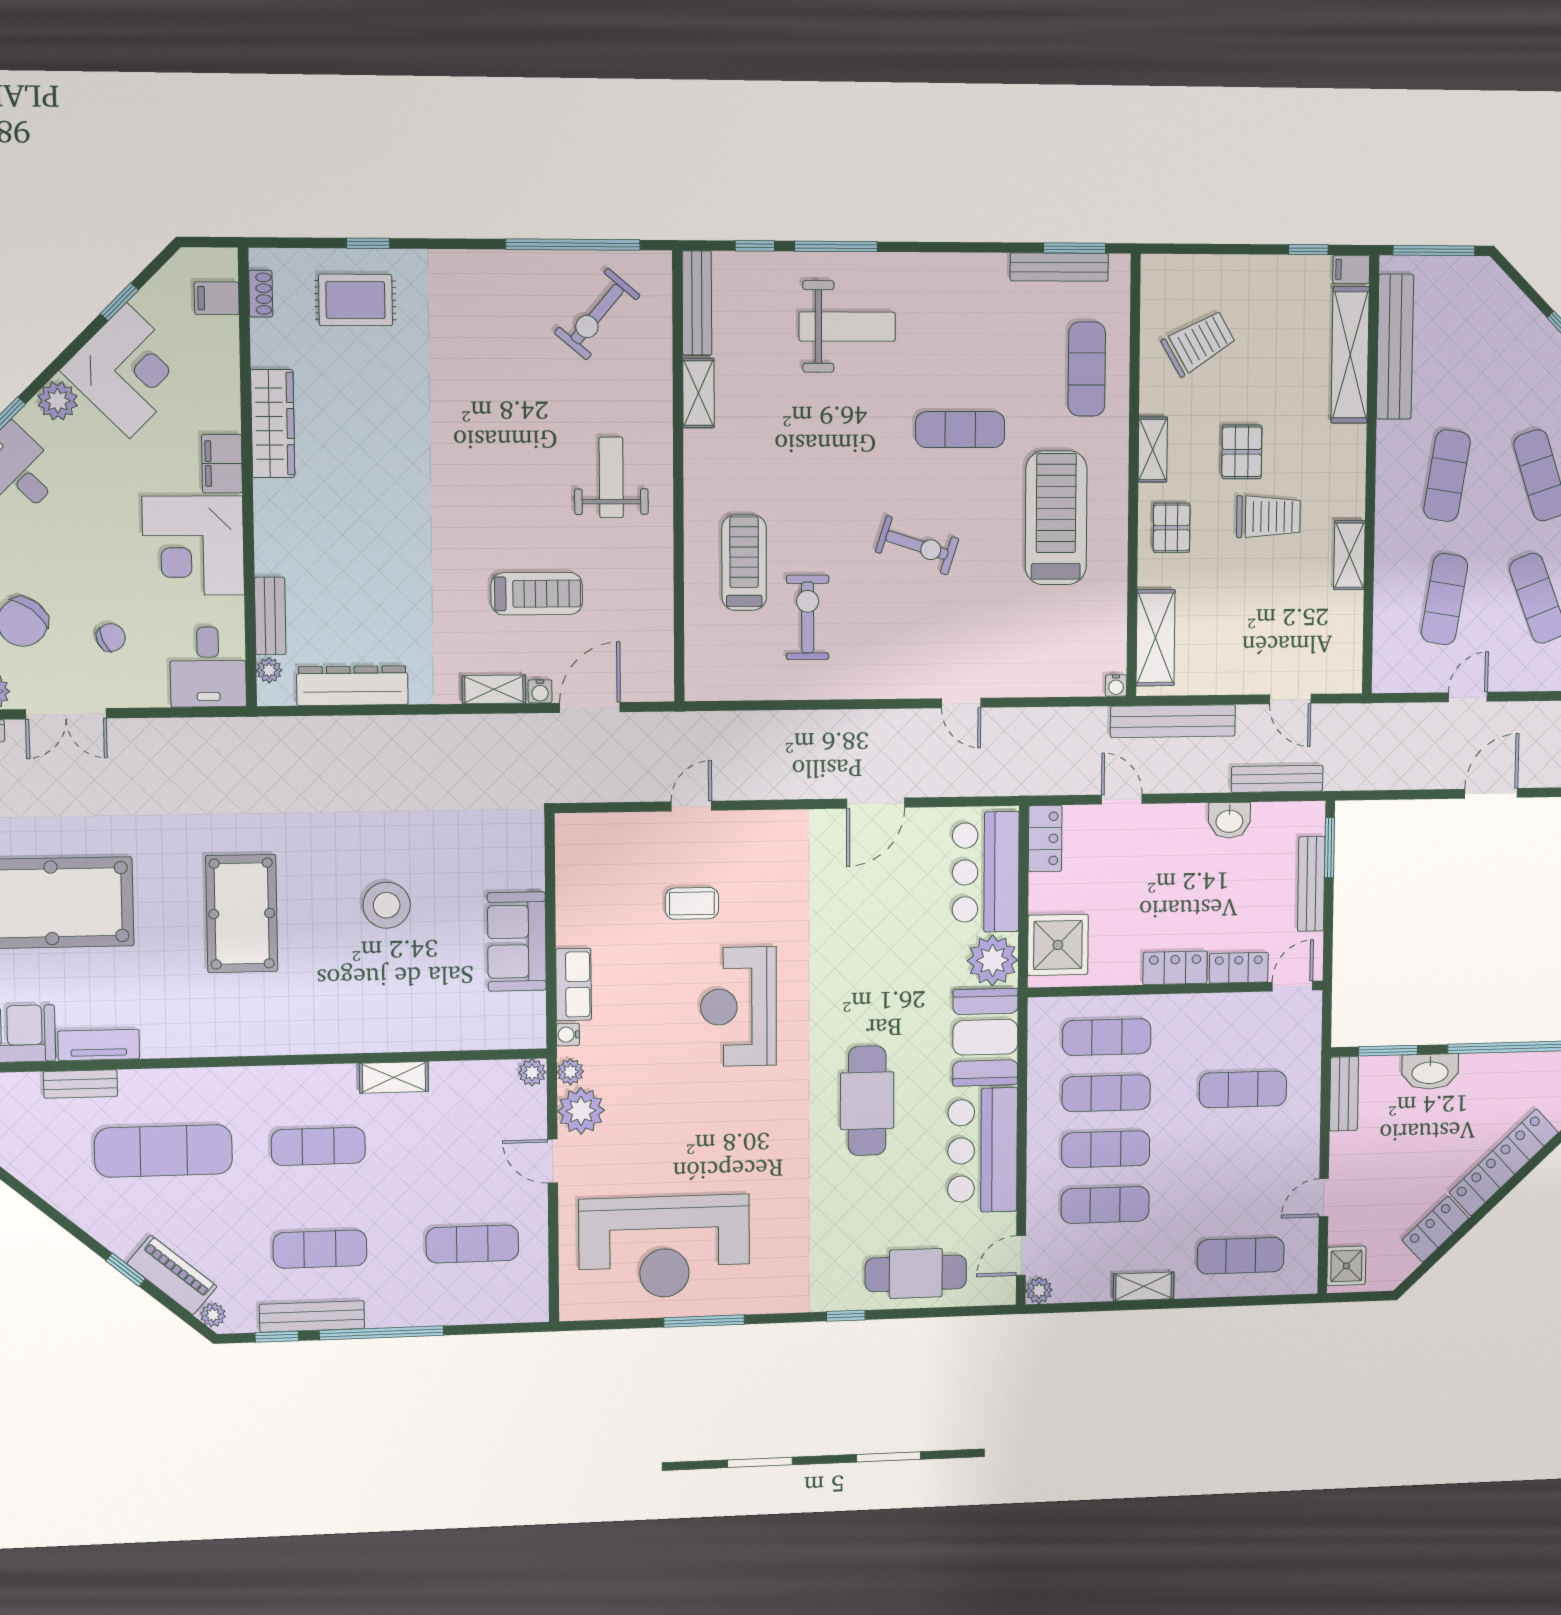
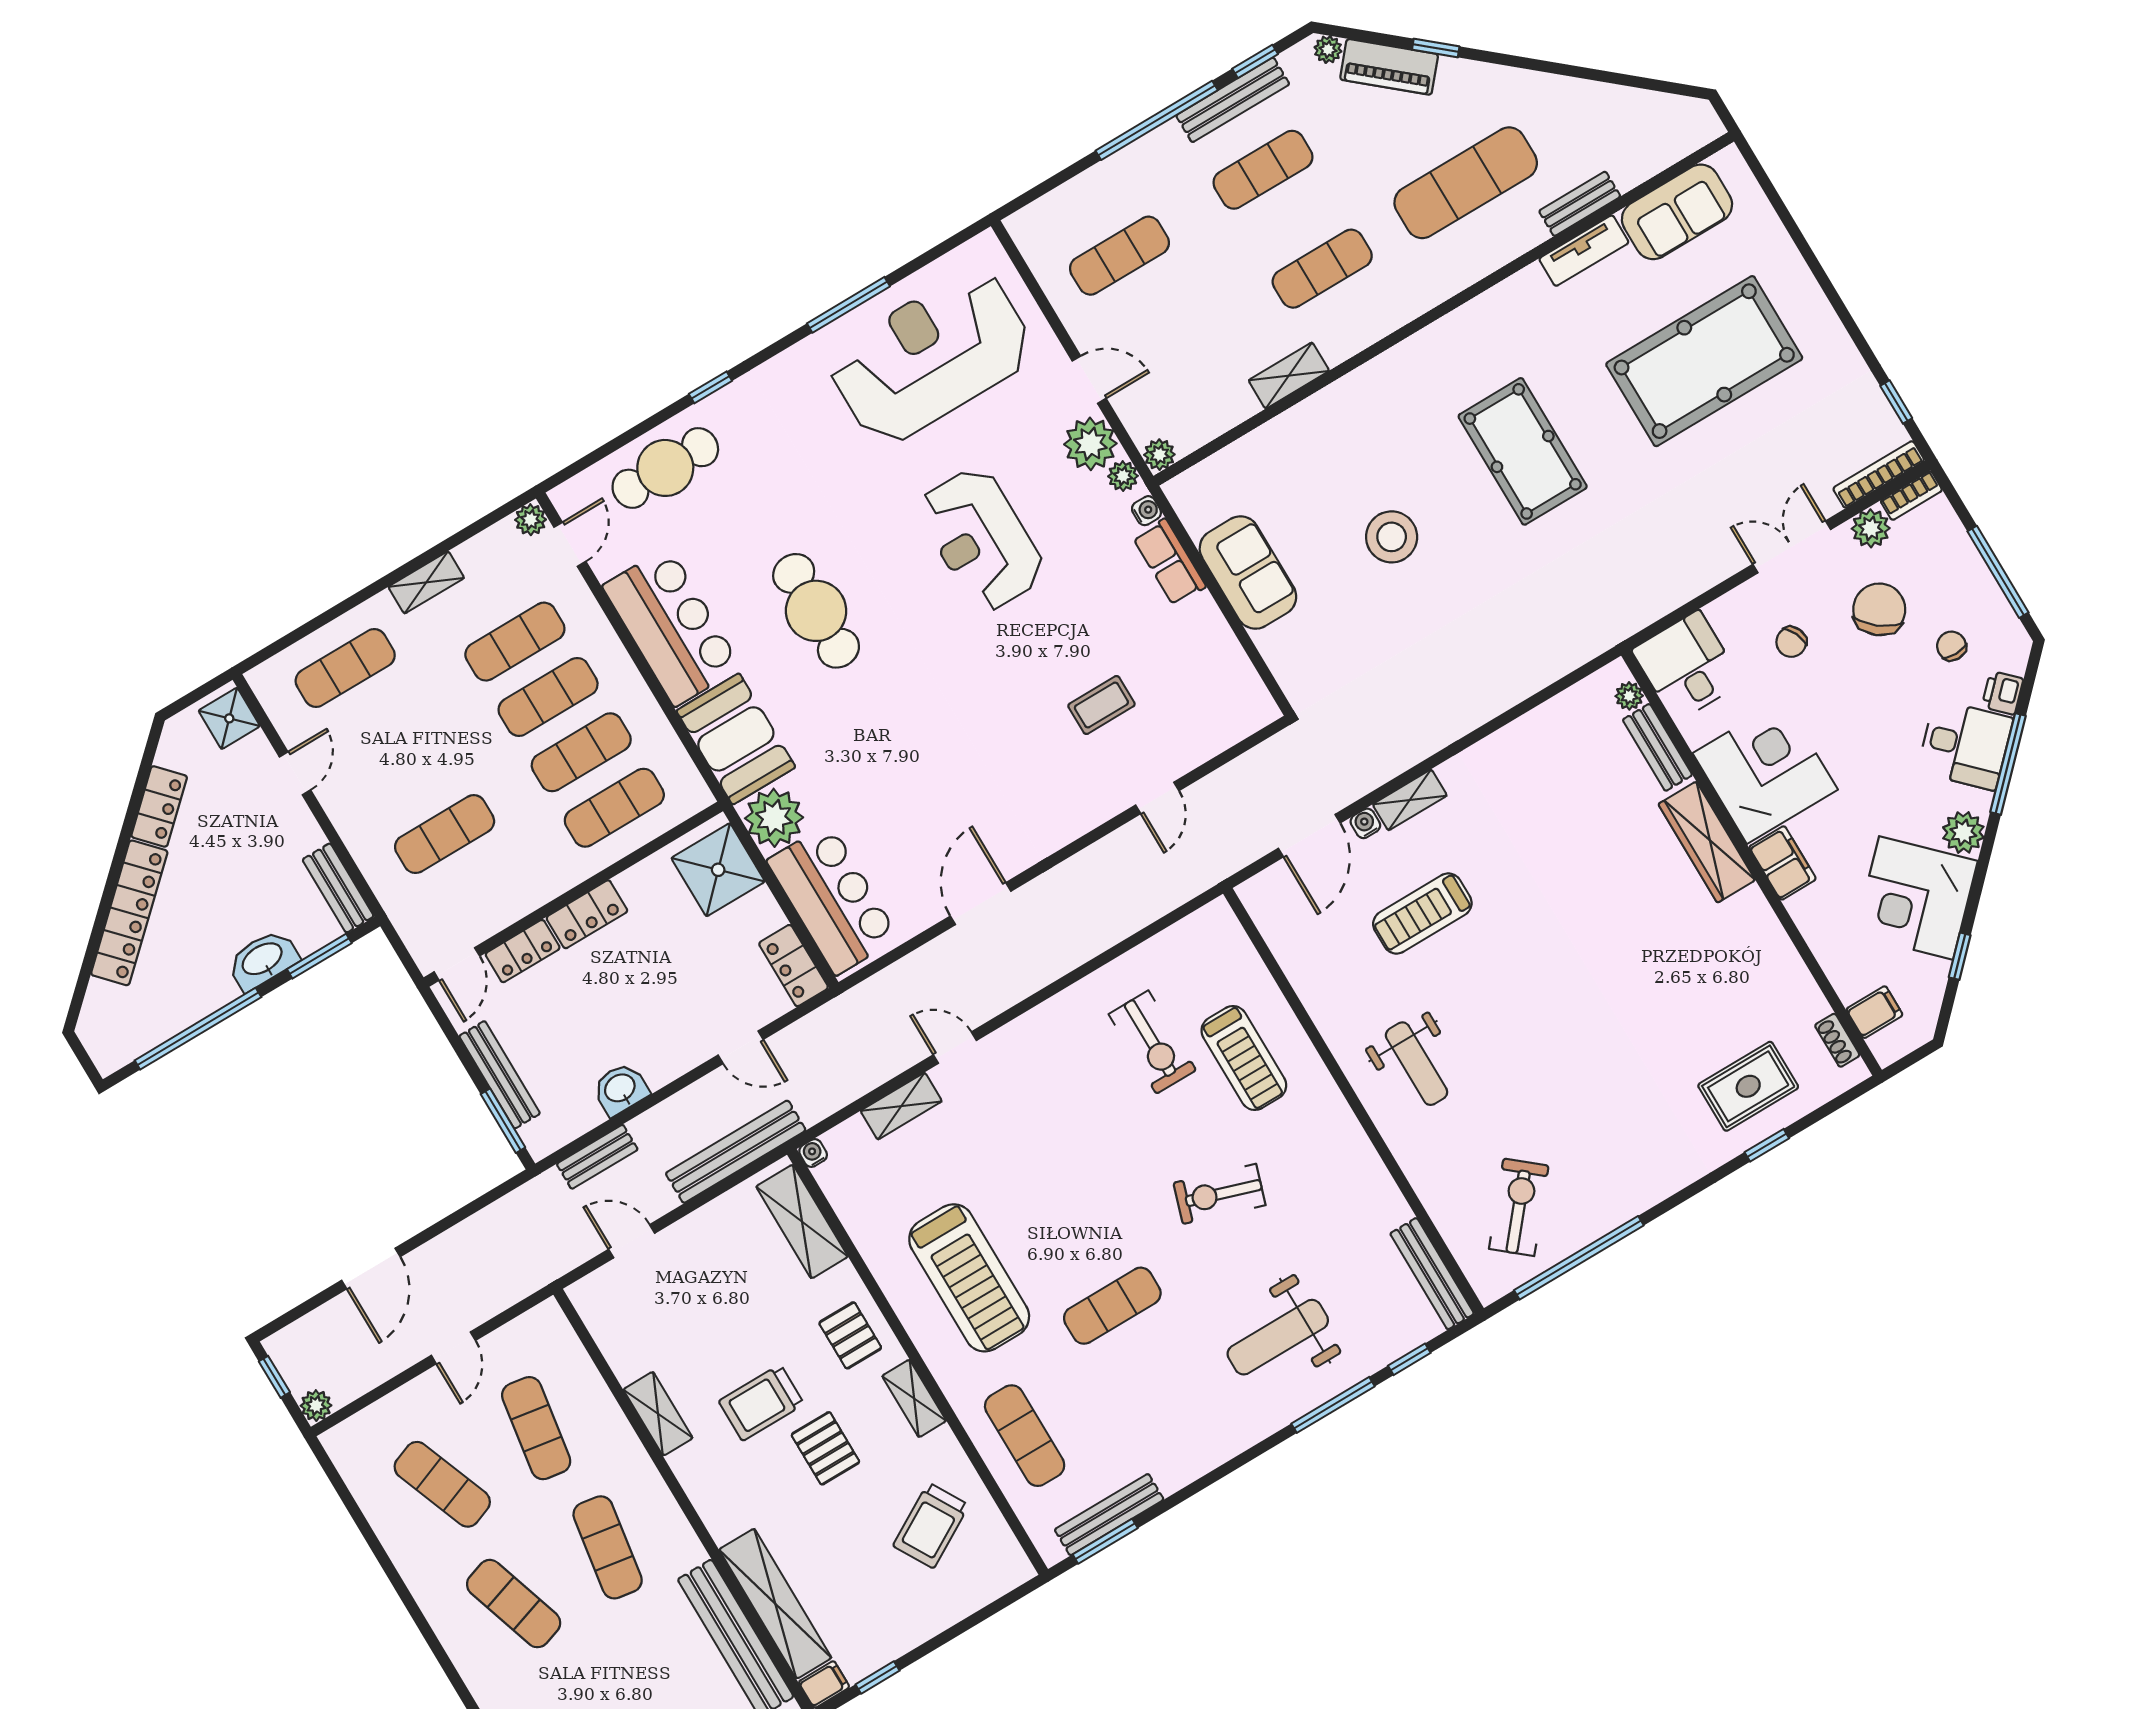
shelving: (698, 393) -> (901, 1106), moved, turned 90
wardrobe: (273, 424) -> (1707, 842), moved
exercise bike: (917, 545) -> (1220, 1194), moved
dresser: (352, 686) -> (1544, 726), removed
bench: (1277, 779) -> (597, 1157), width x0.73
reception desk: (738, 1007) -> (981, 539), moved, turned 180

